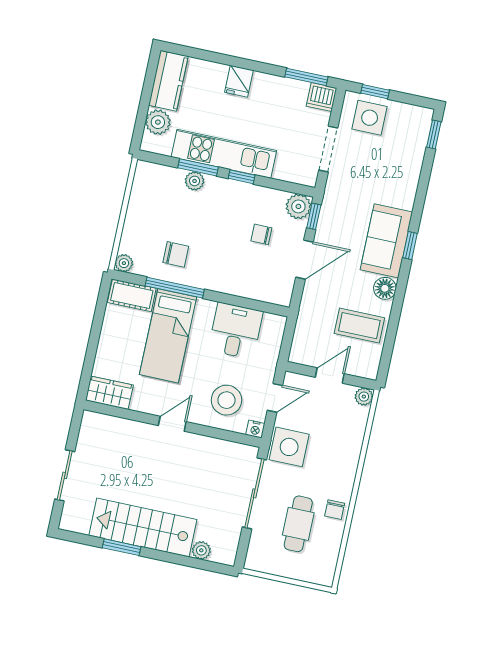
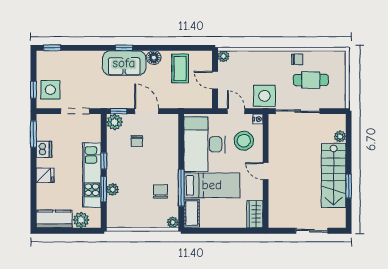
dishwasher: (321, 97) -> (44, 149), moved
desk: (236, 331) -> (205, 144), width x1.87, depth x1.30

